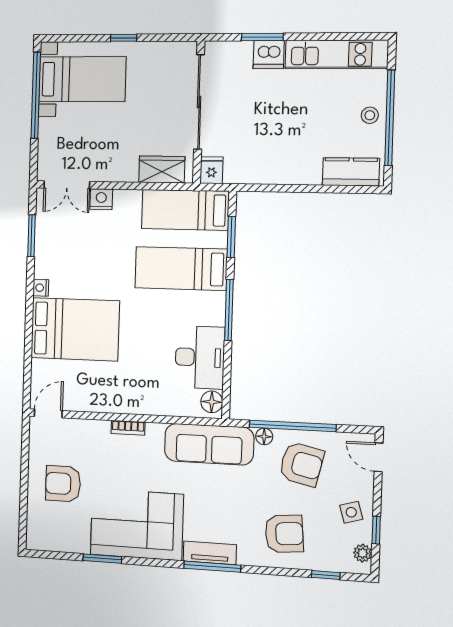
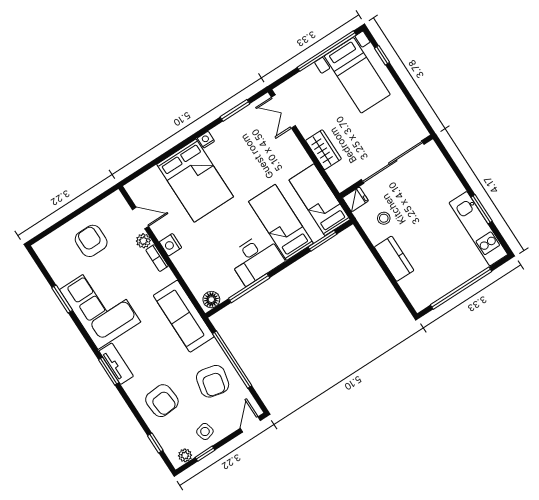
window: (262, 37) -> (482, 209), moved
window: (124, 38) -> (382, 55), moved
dishwasher: (269, 55) -> (451, 186), removed
stool: (370, 115) -> (384, 218), moved
wardrobe: (162, 169) -> (323, 150), moved
kitchen counter: (351, 172) -> (394, 259), moved
nightstand: (101, 199) -> (170, 245), moved, turned 180
window: (229, 310) -> (249, 288), moved
desk: (200, 357) -> (256, 259), moved
door: (48, 413) -> (140, 218), moved
plant: (100, 429) -> (143, 241), added
floor lamp: (264, 436) -> (213, 347), removed
window: (212, 567) -> (109, 371), width x0.69

